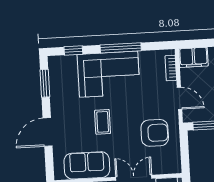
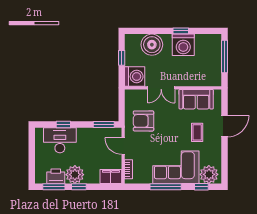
plant: (65, 67) -> (209, 174), added
window: (45, 83) -> (225, 163), removed
coffee table: (103, 122) -> (197, 132), moved

